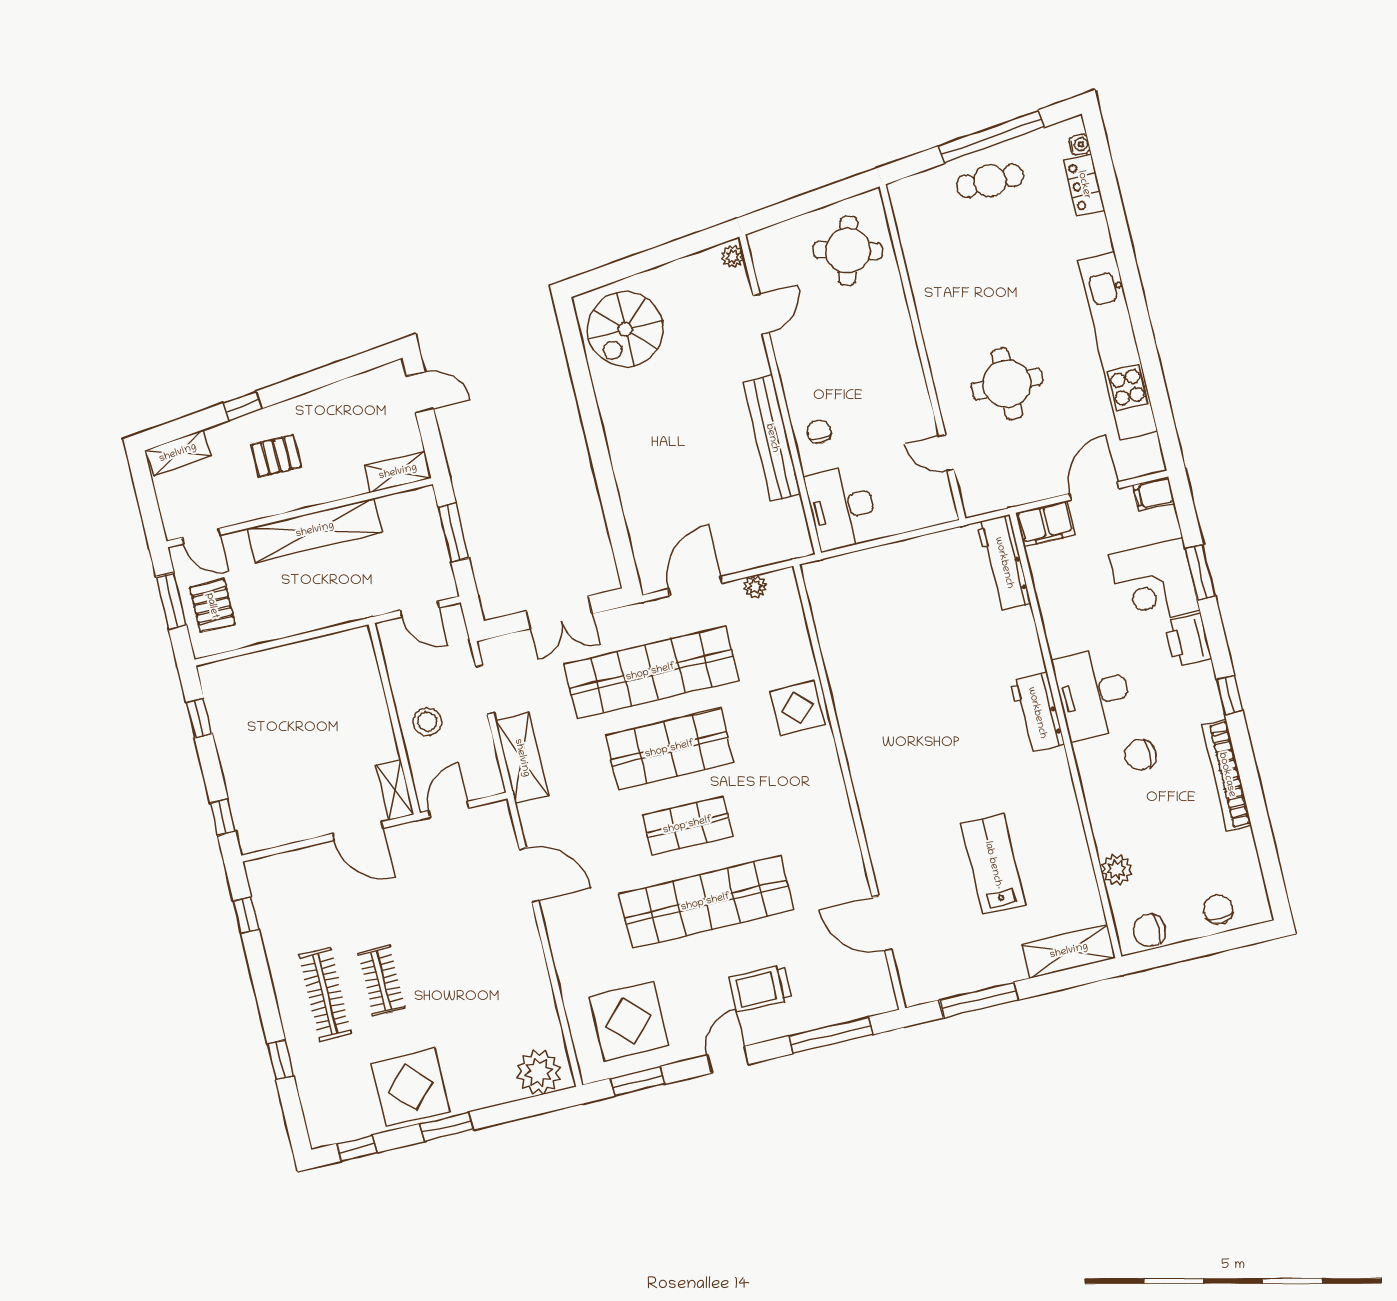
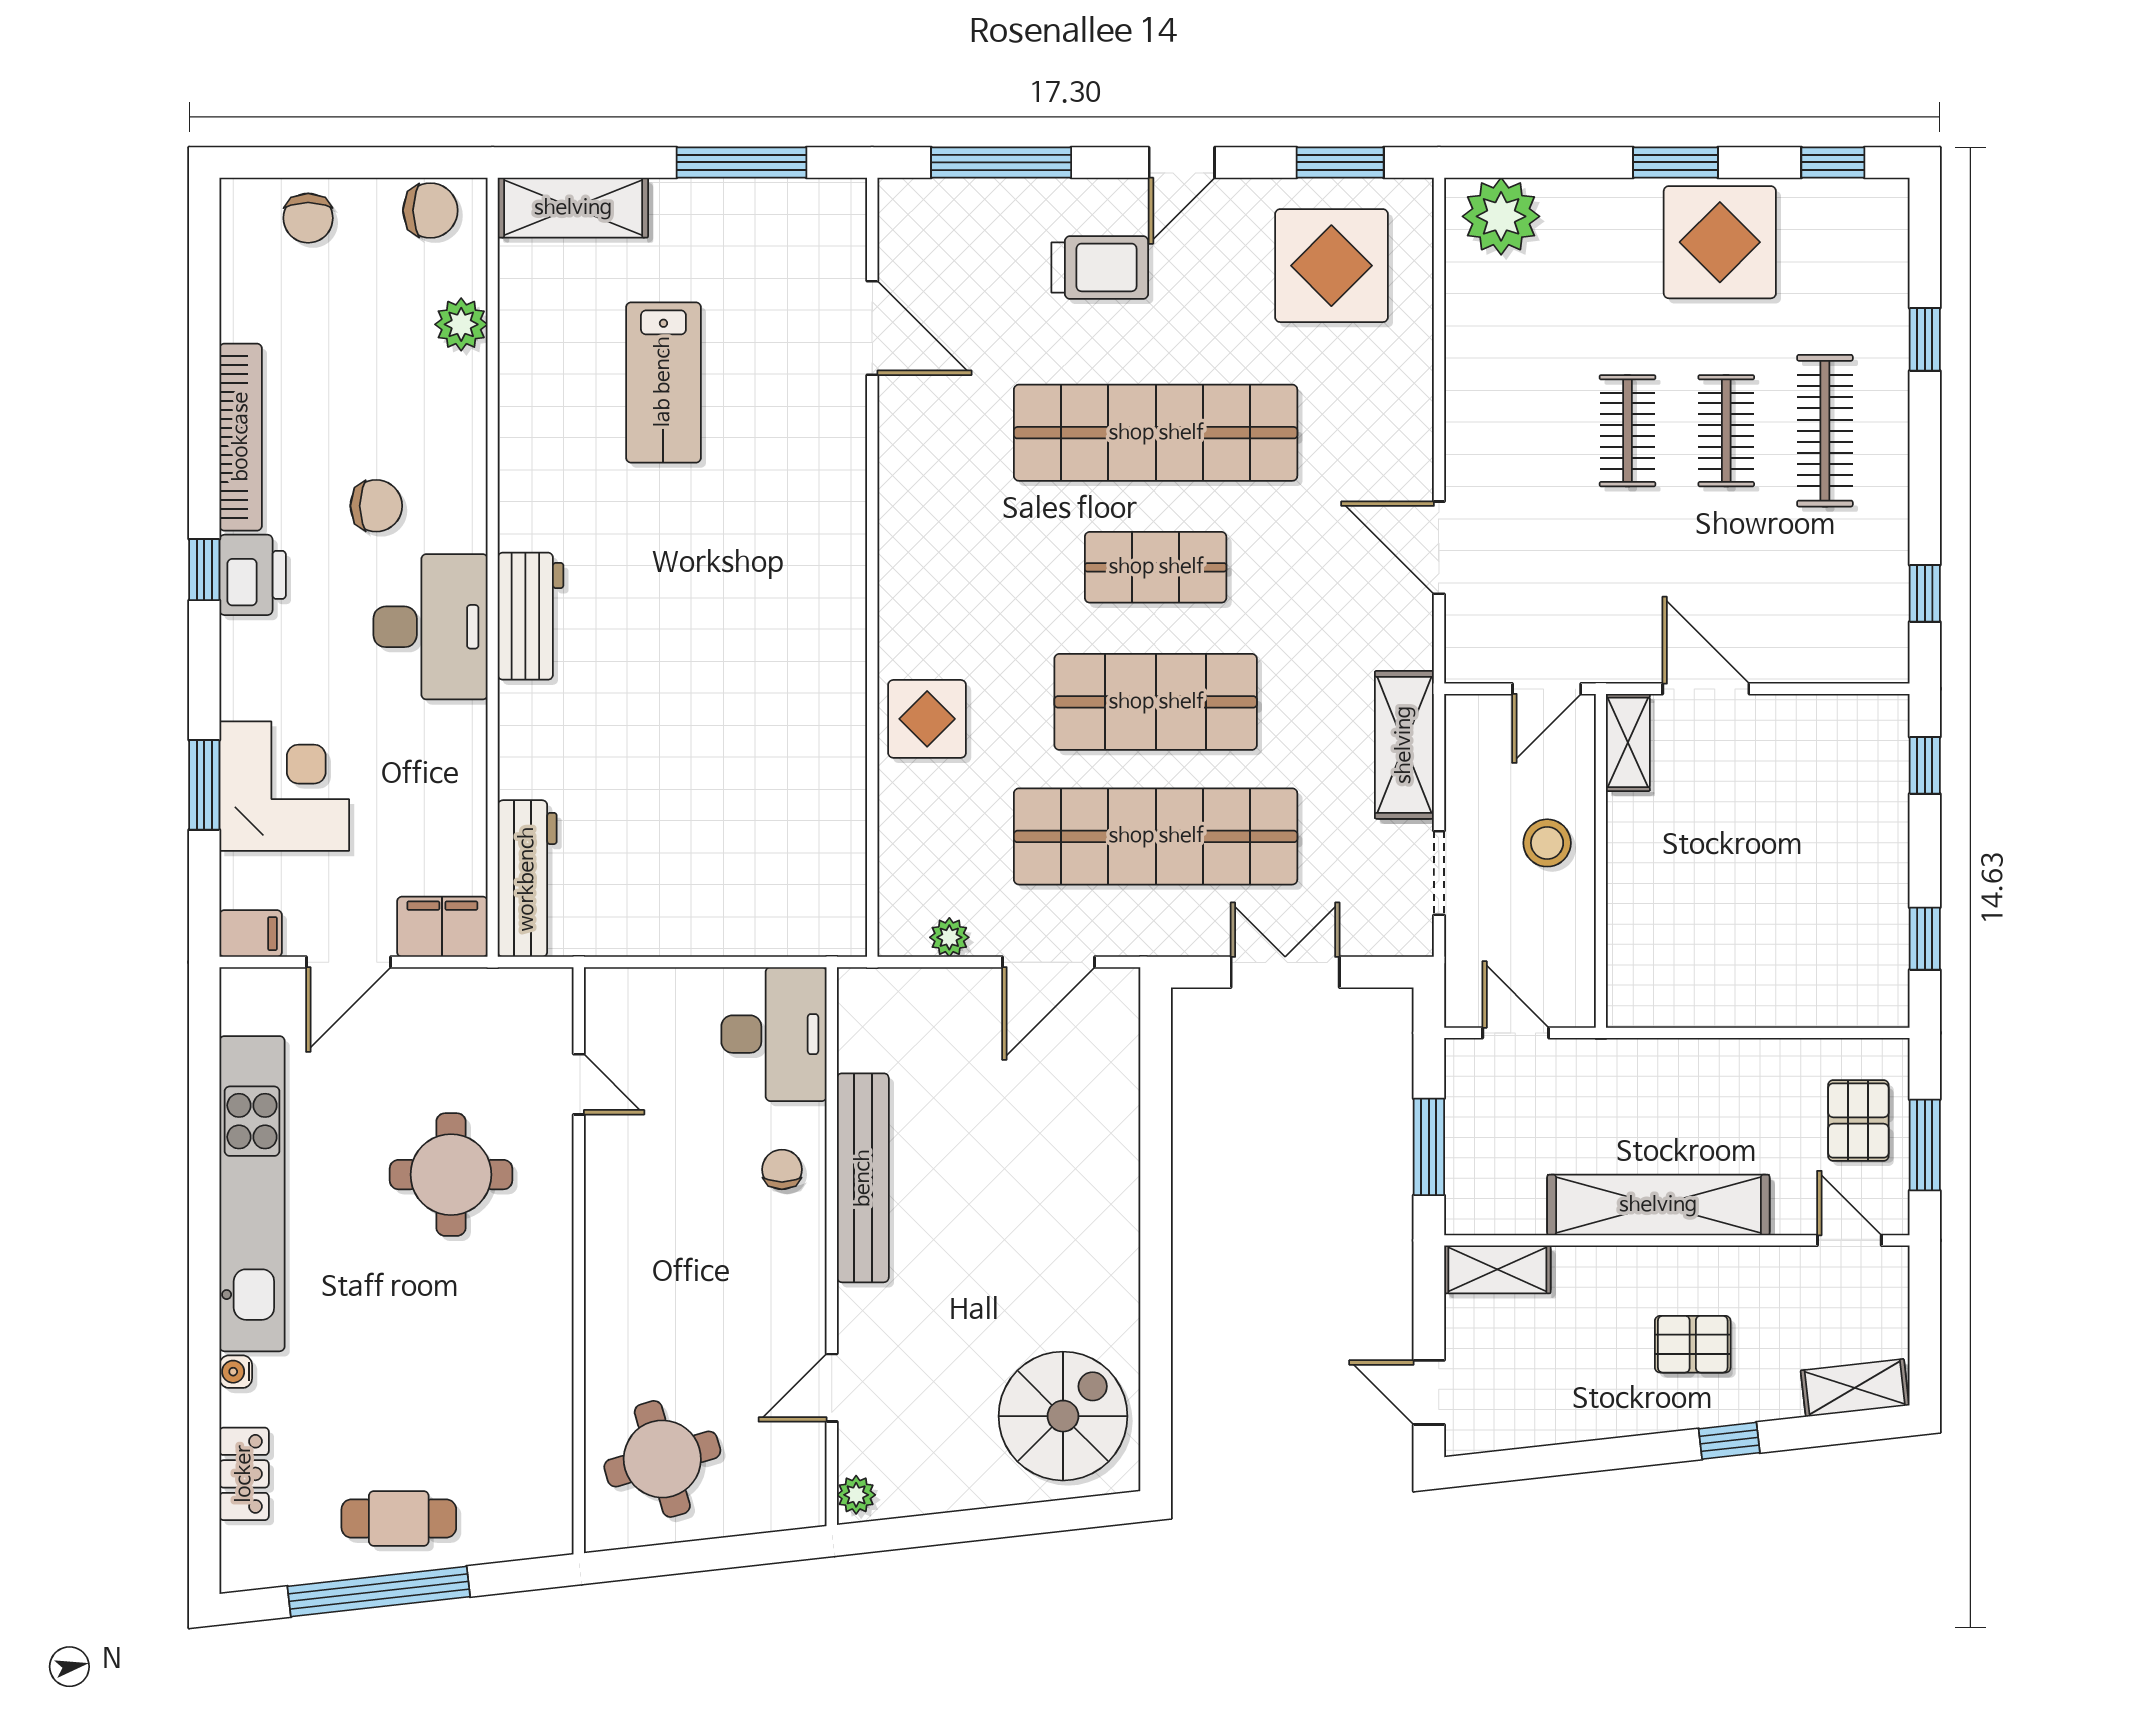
water cooler: (1079, 145) -> (236, 1372), moved
round table: (848, 251) -> (662, 1459), turned -31
chair: (819, 432) -> (782, 1169), turned 180
printer: (1187, 640) -> (253, 575), moved
clothes rail: (438, 967) -> (1627, 431), added

